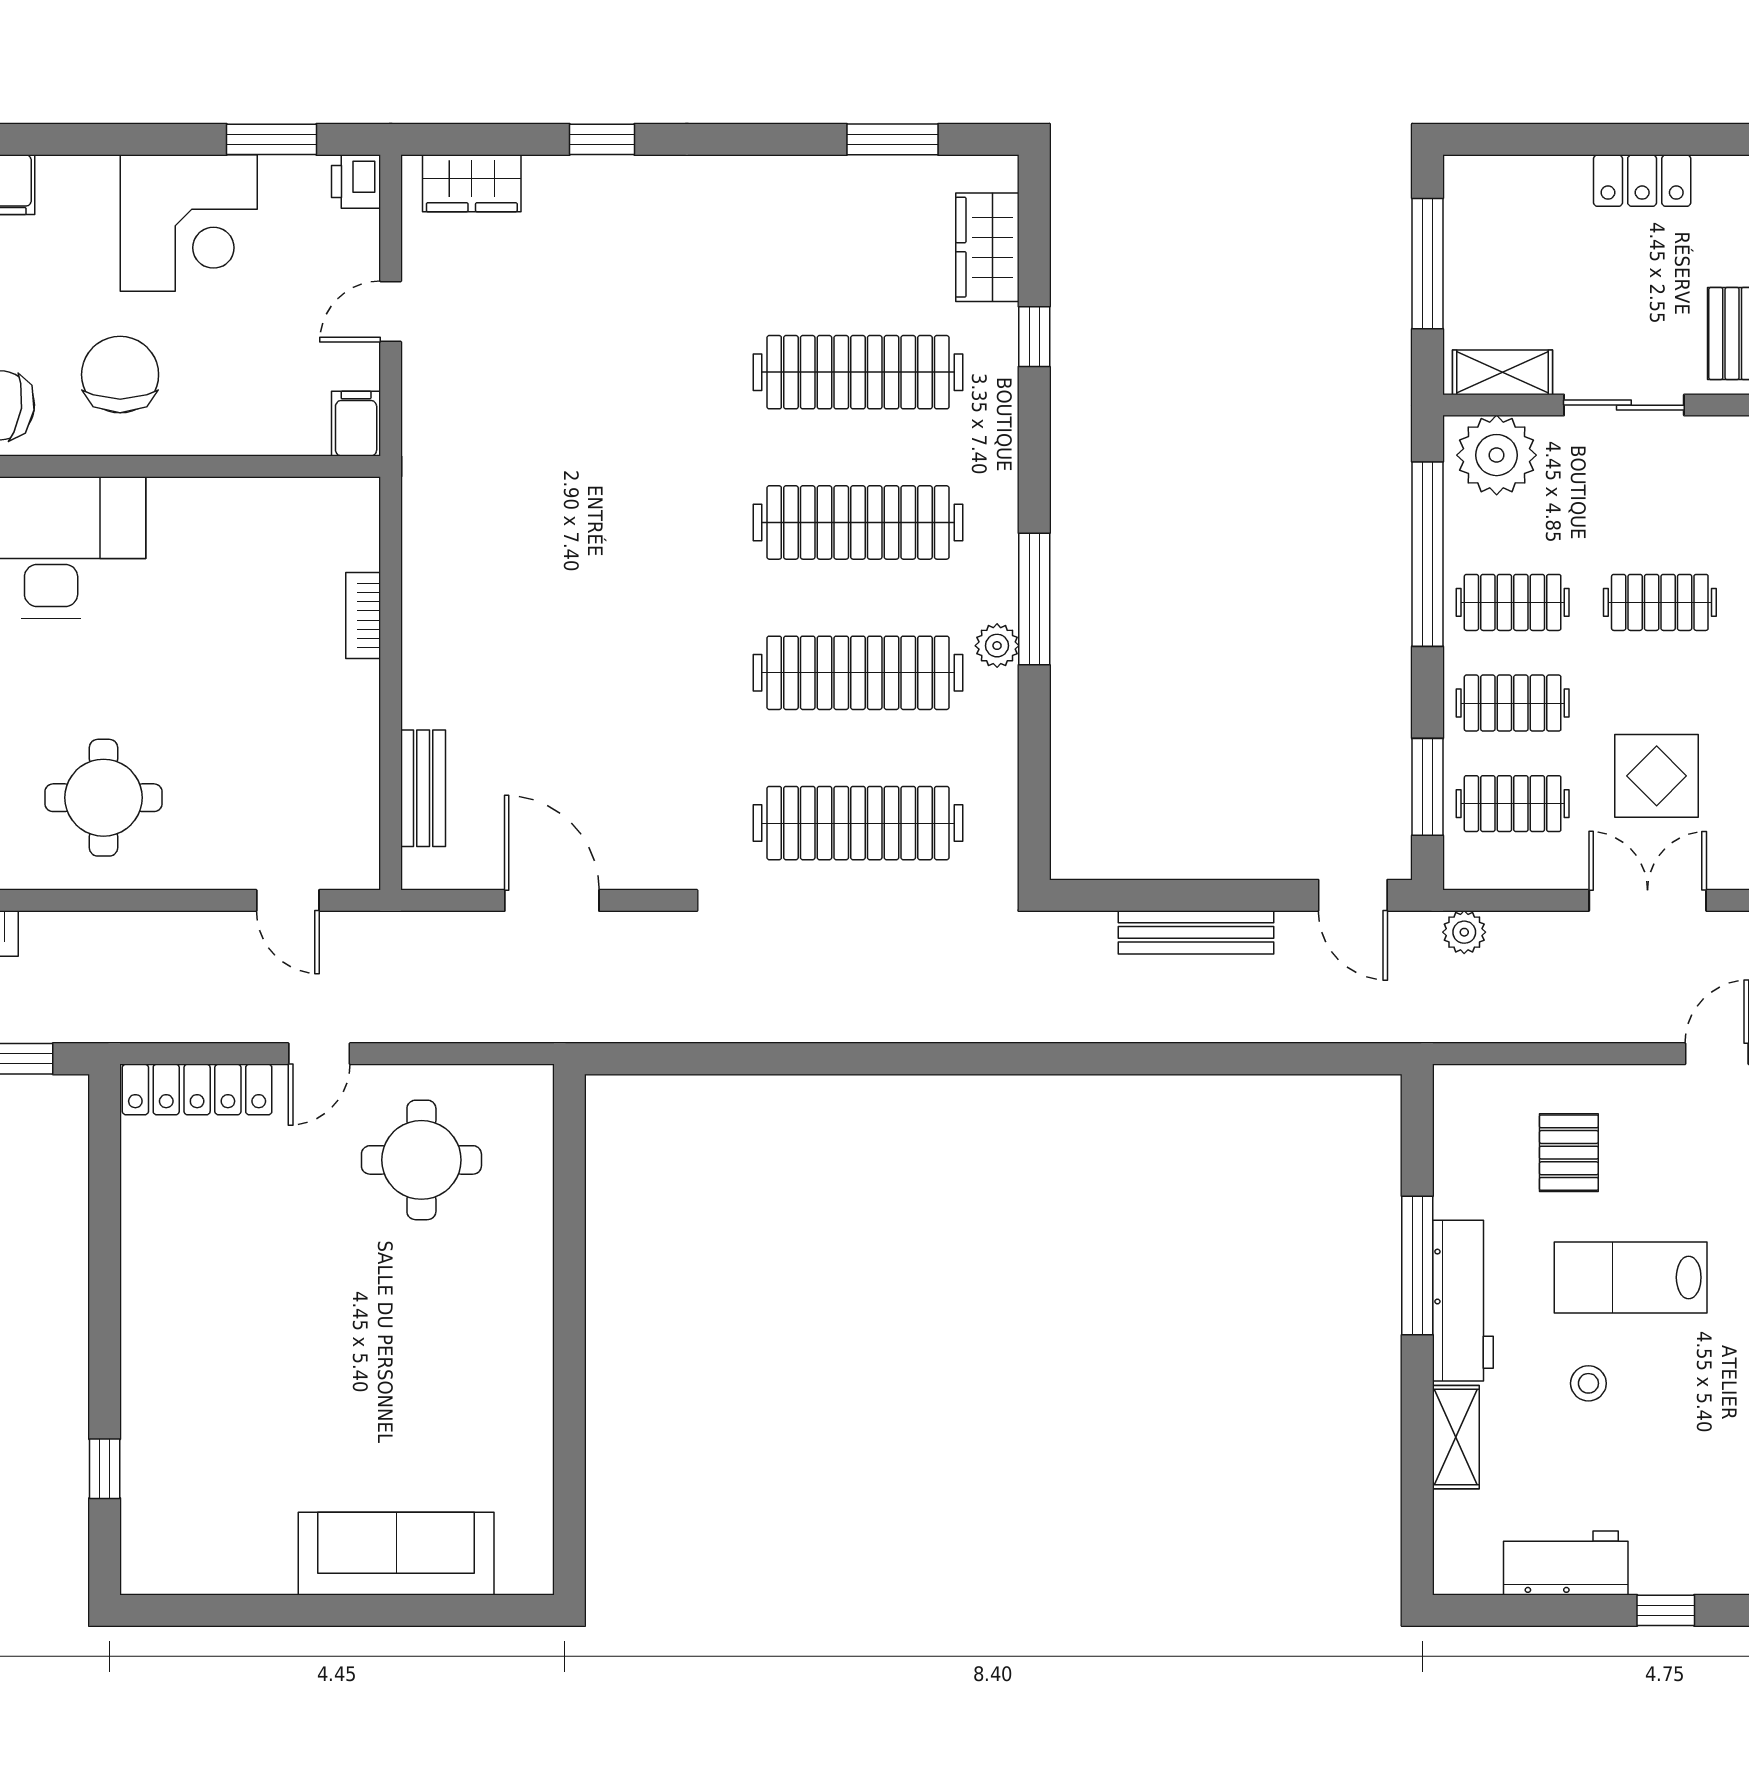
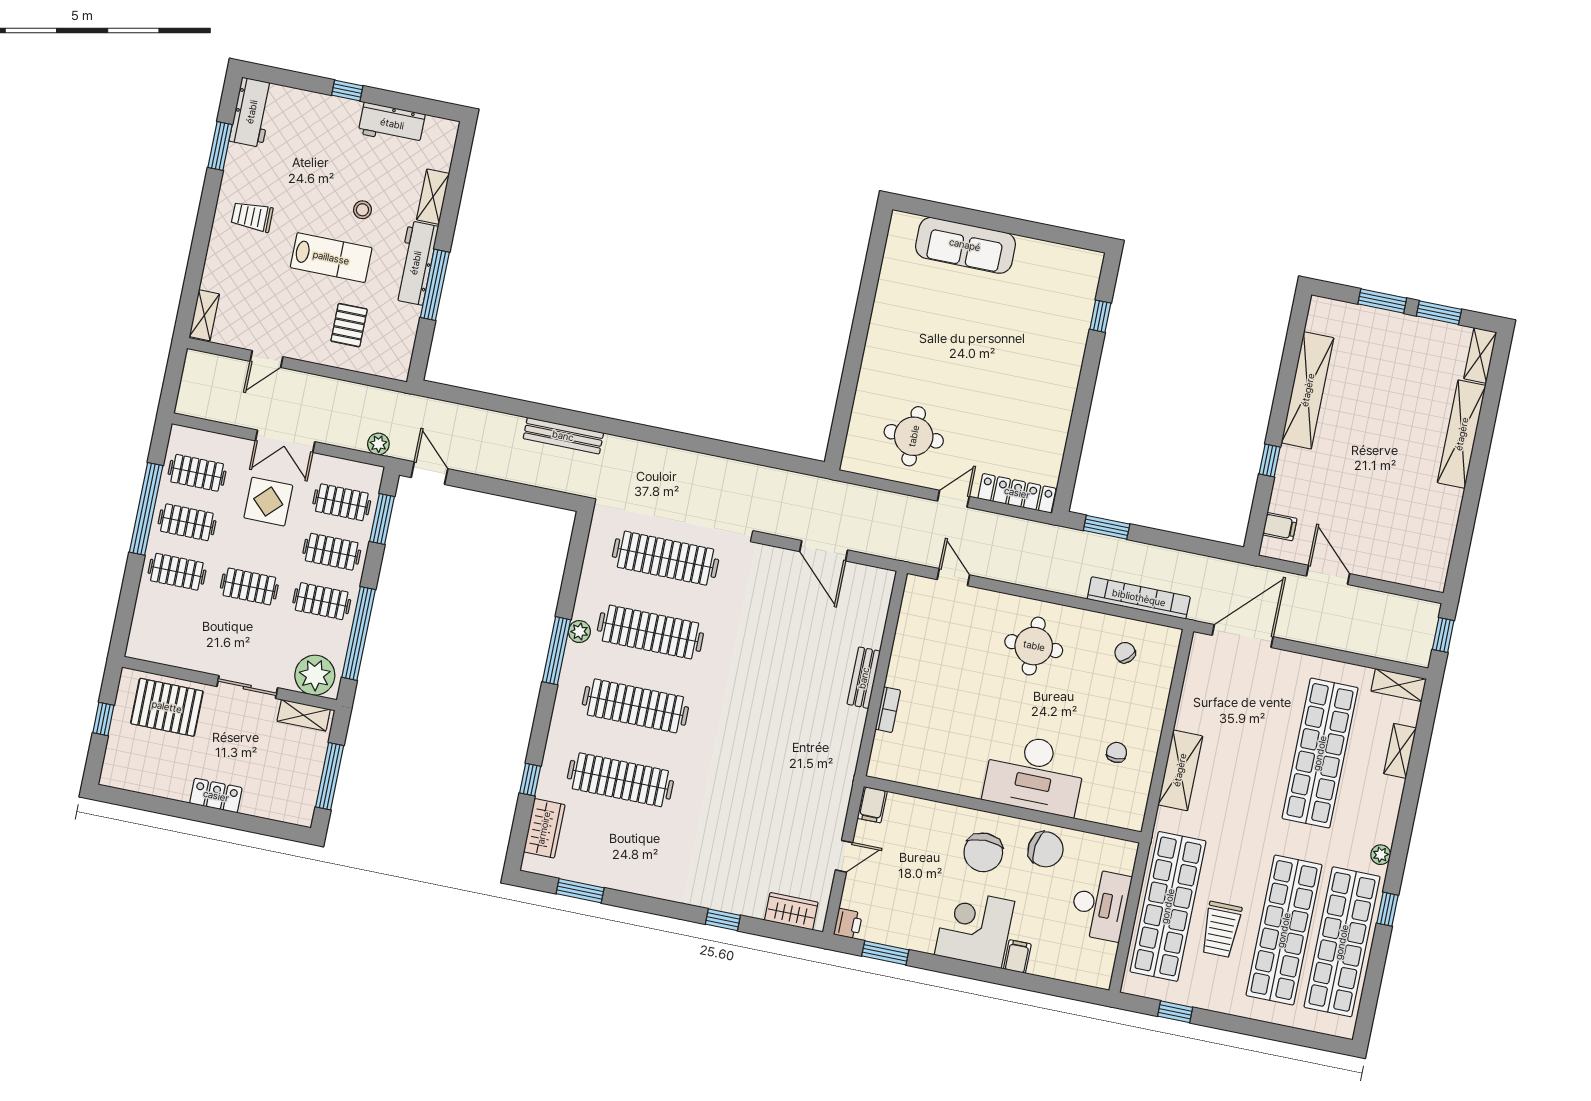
corner desk: (189, 223) -> (974, 928), moved
bench: (423, 788) -> (864, 678), moved
bench: (1196, 932) -> (563, 436), moved

